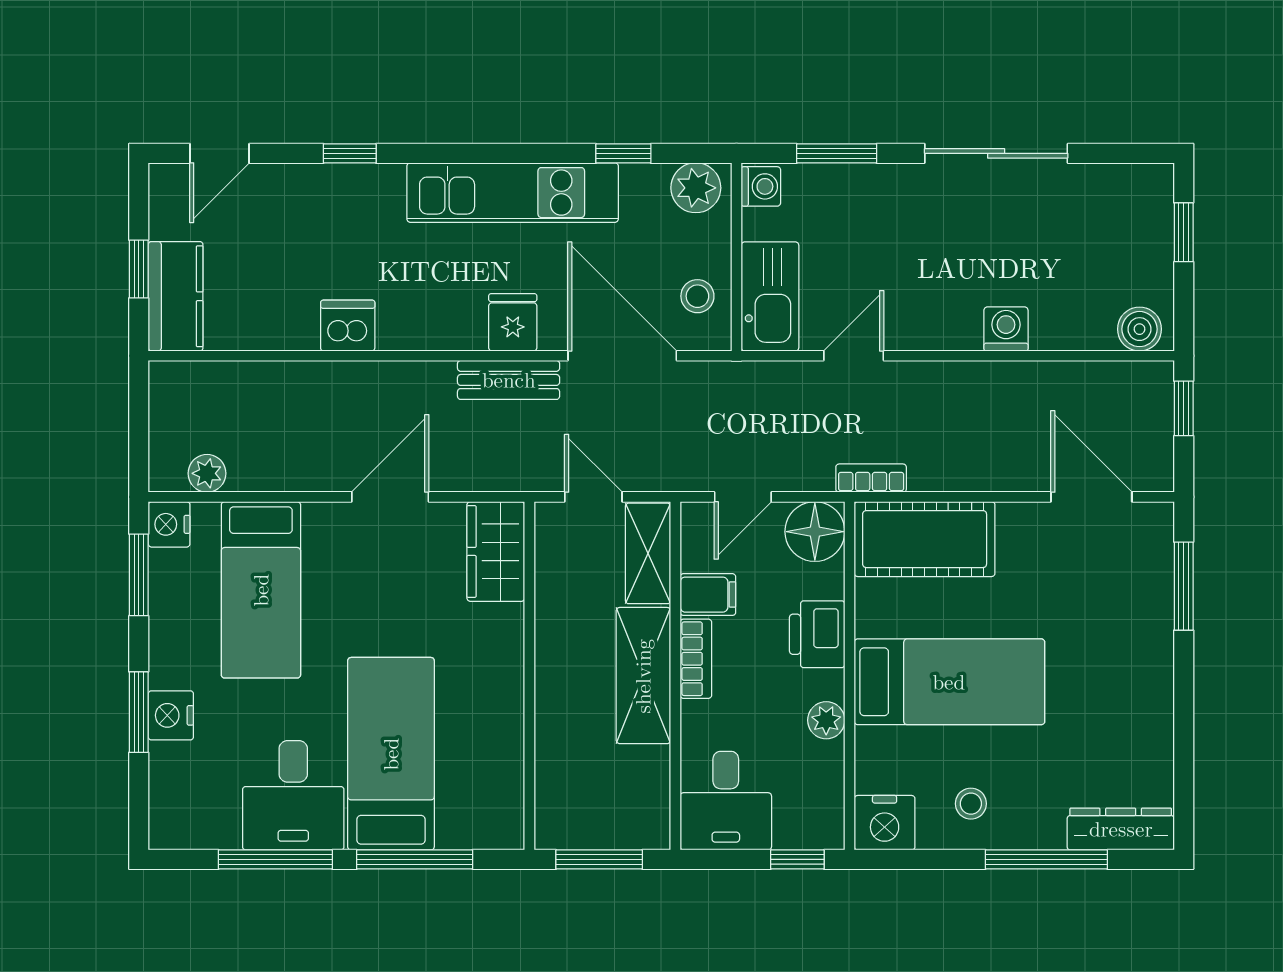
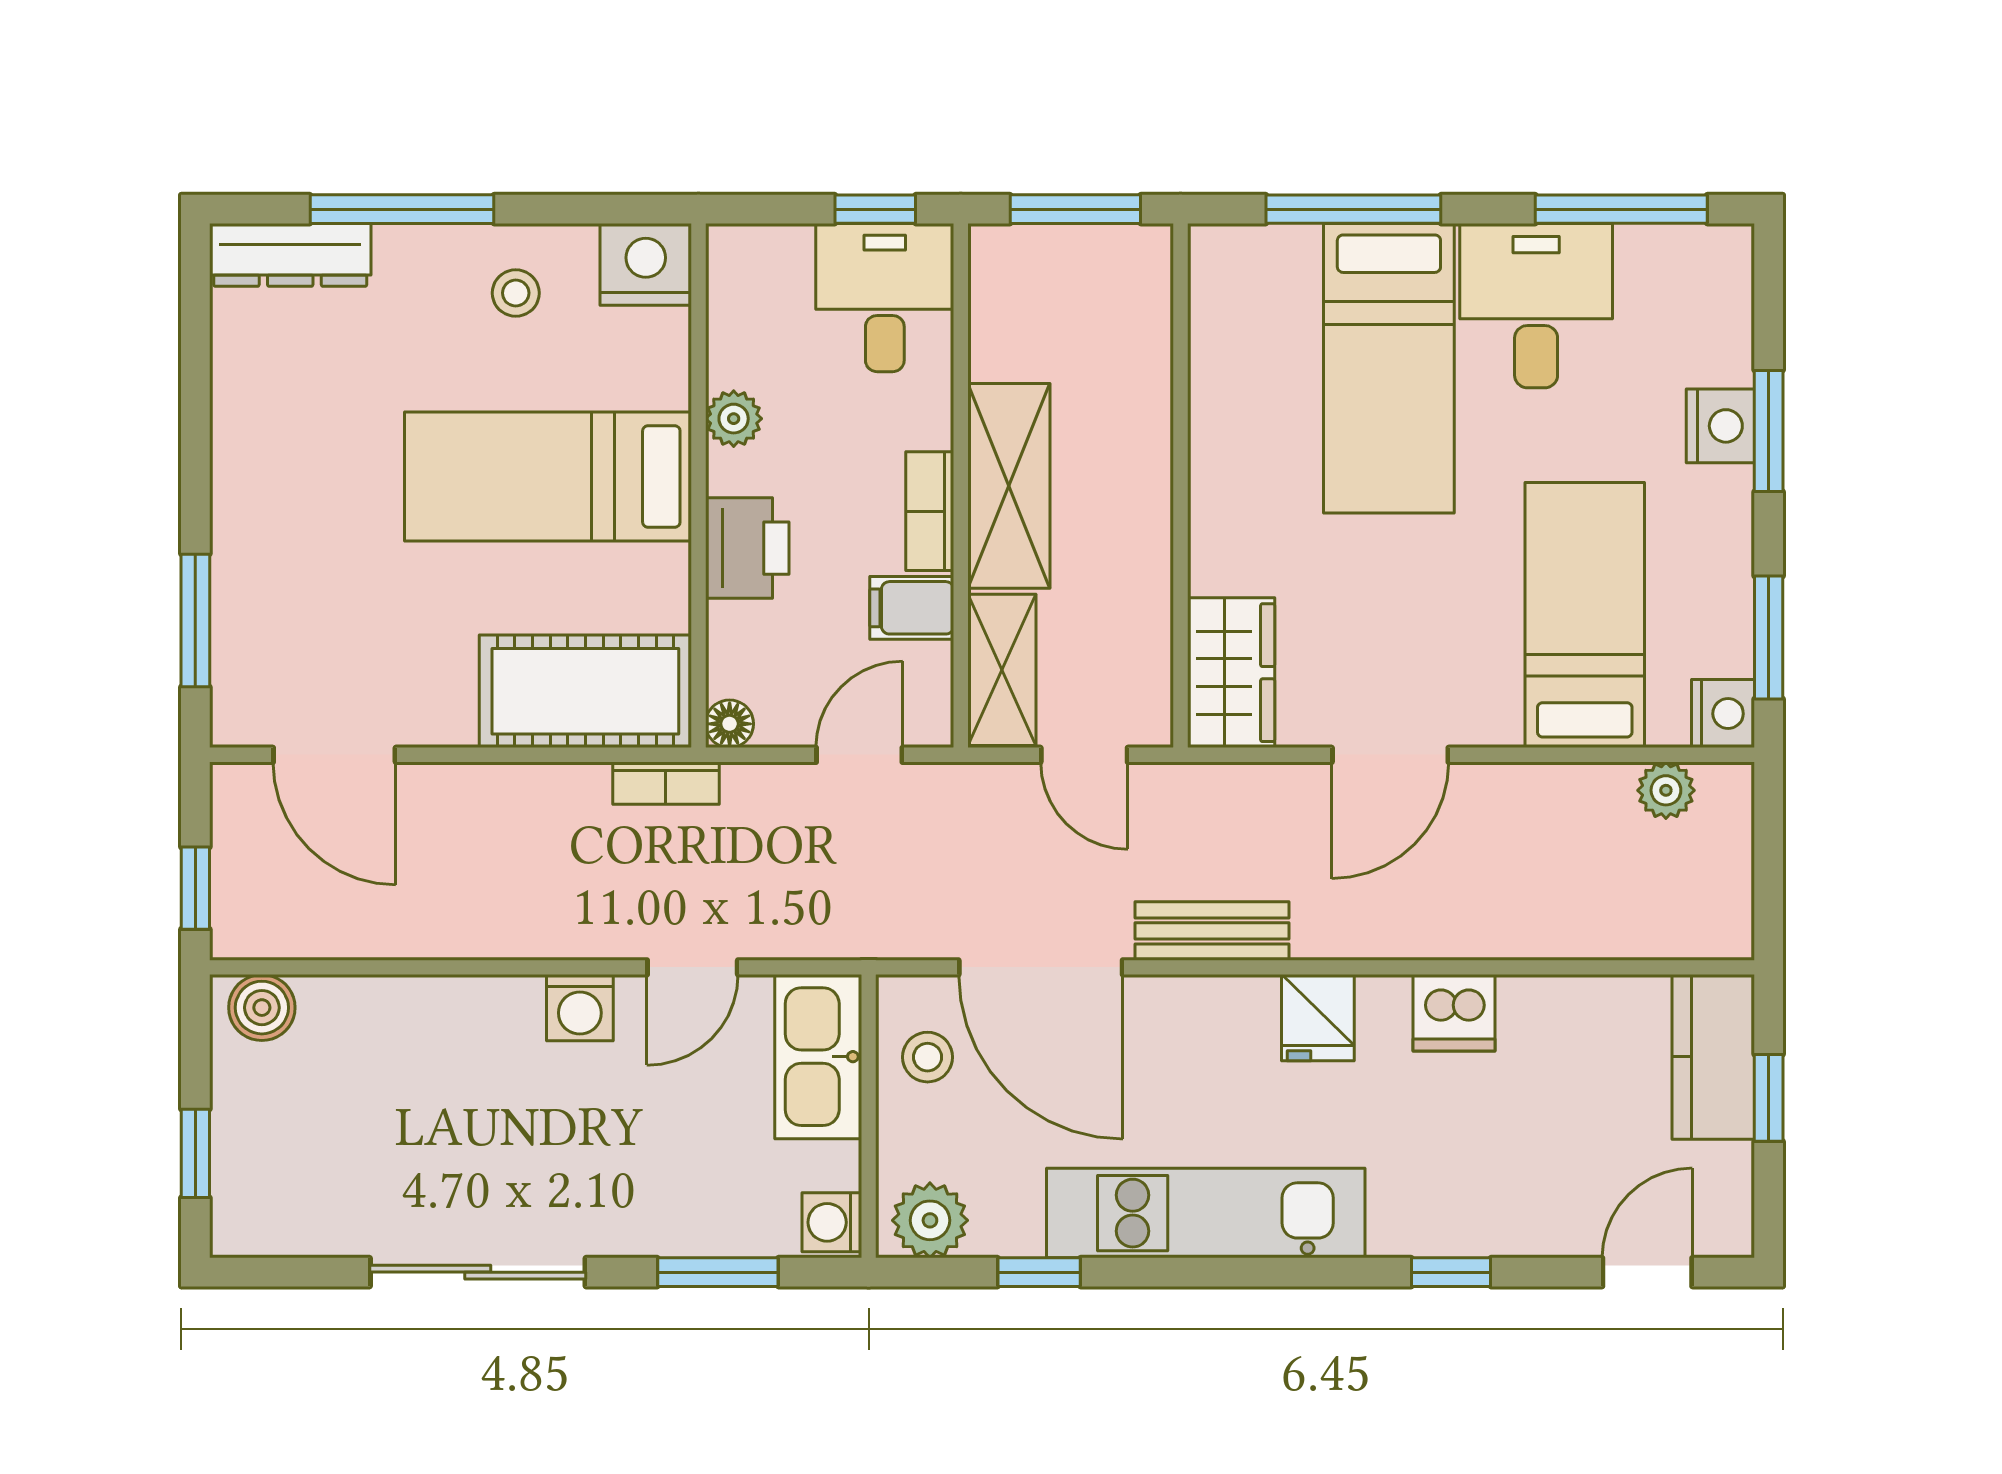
fridge: (513, 322) -> (1318, 1018), moved
washing machine: (1006, 329) -> (580, 1008), moved
floor lamp: (815, 532) -> (730, 724), width x0.53, depth x0.53
window: (275, 859) -> (1621, 209), moved
window: (797, 859) -> (875, 209), moved

